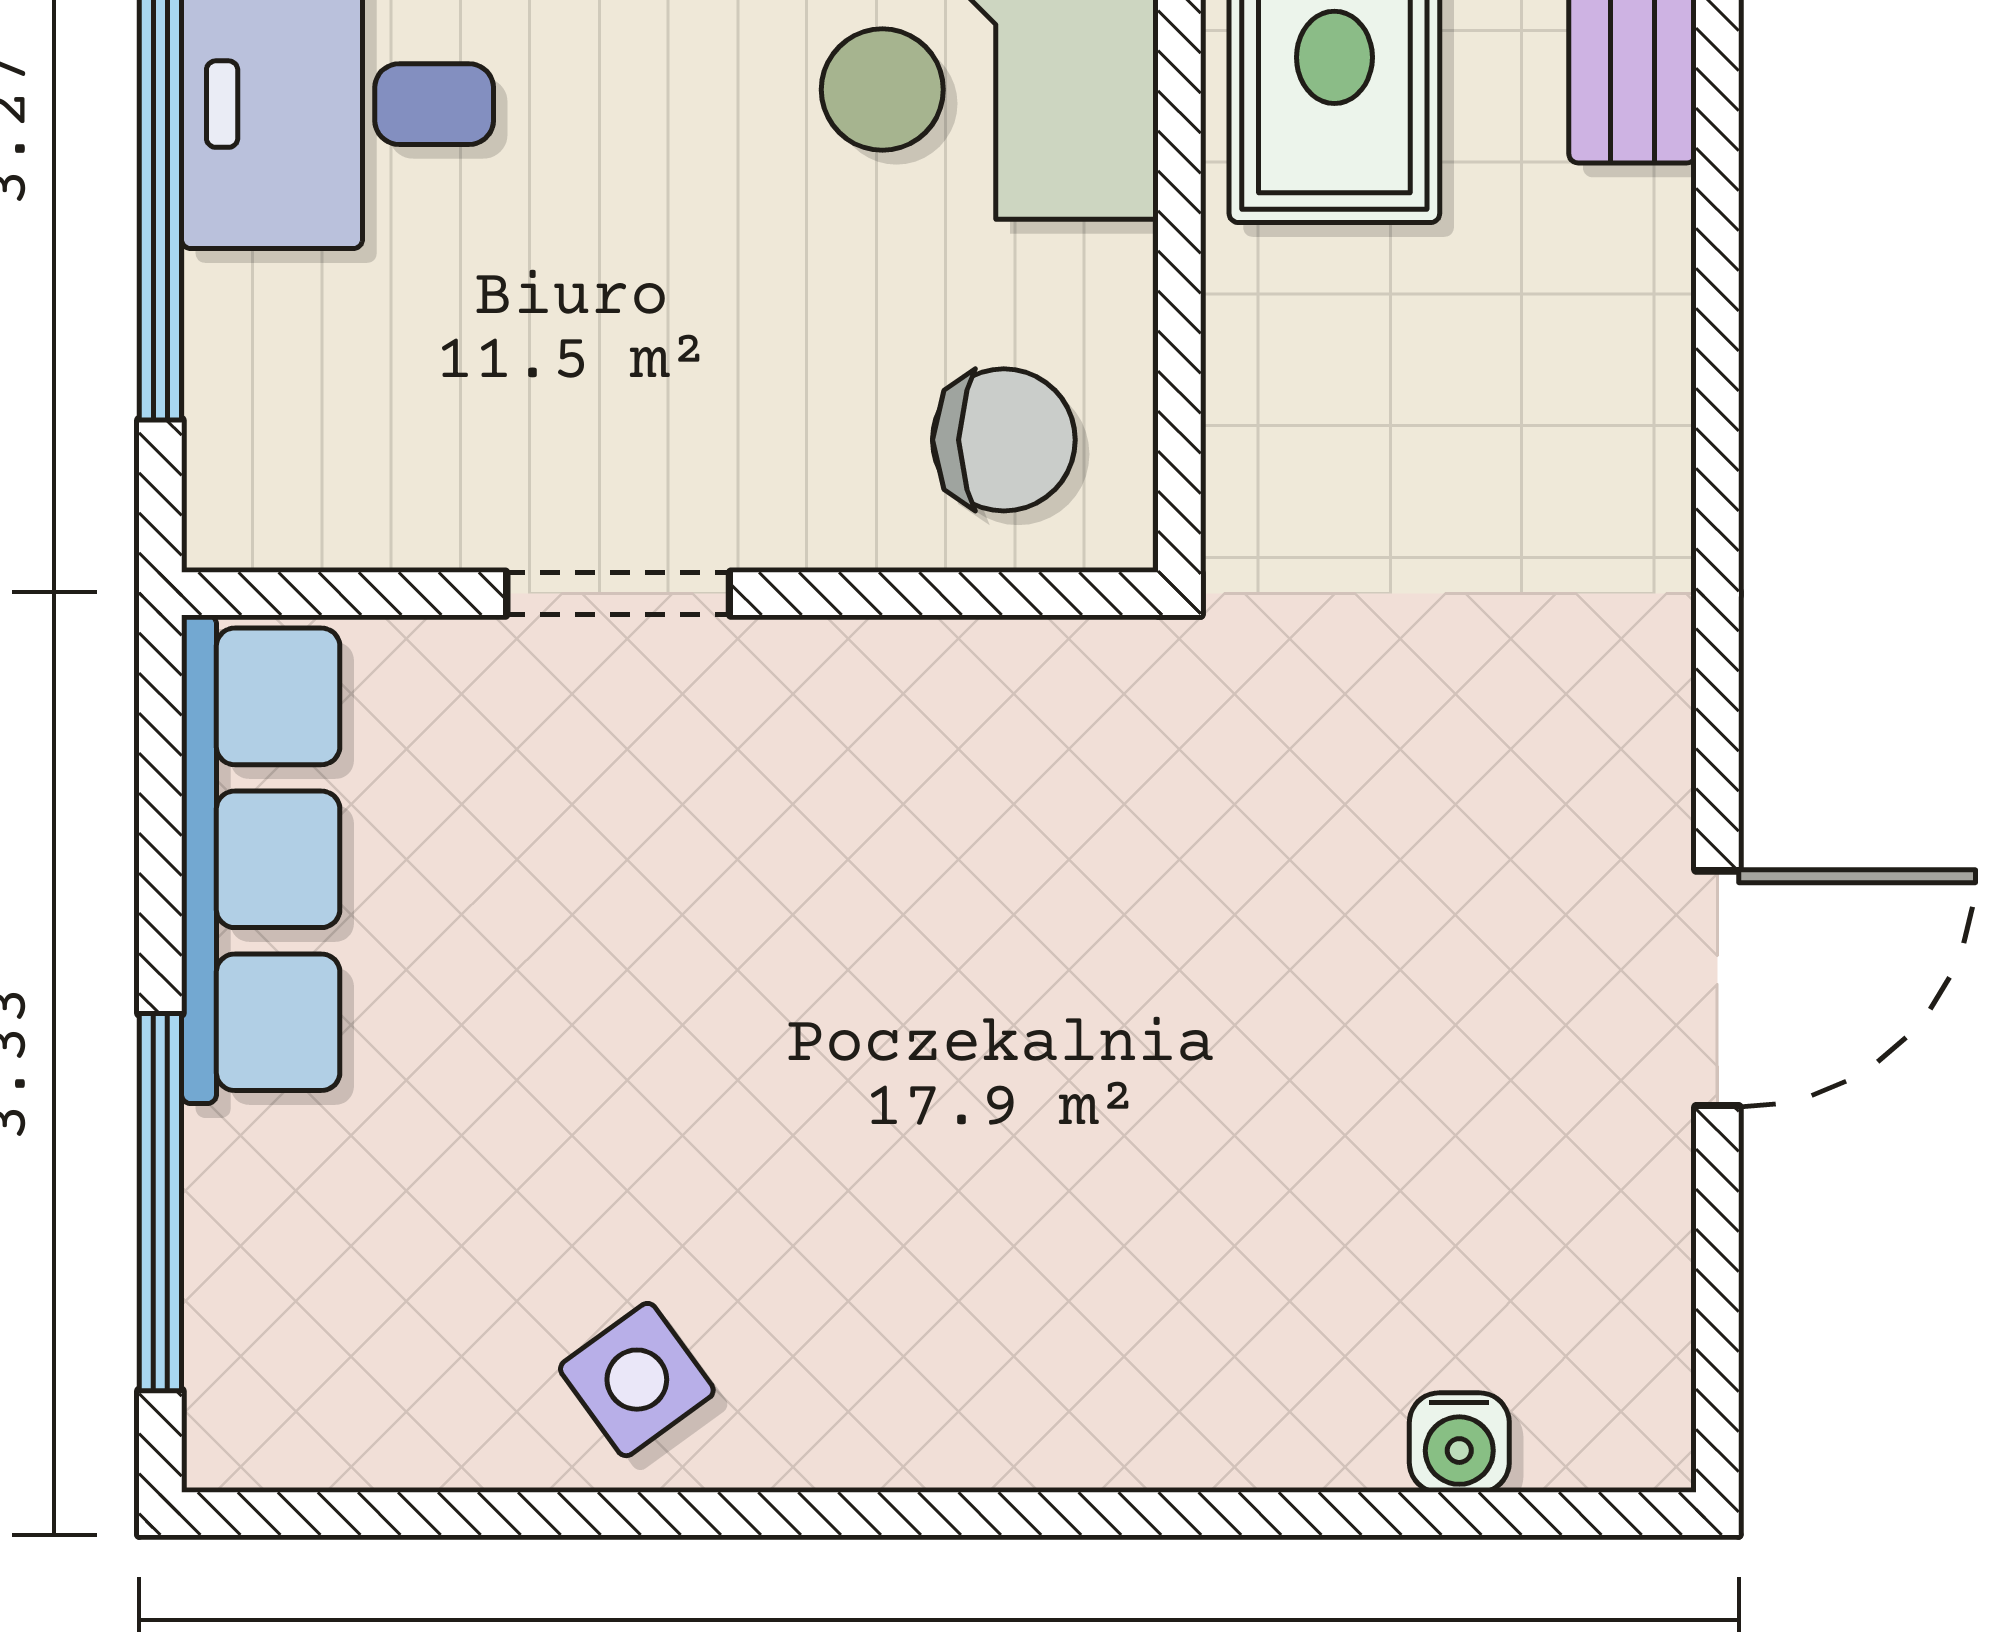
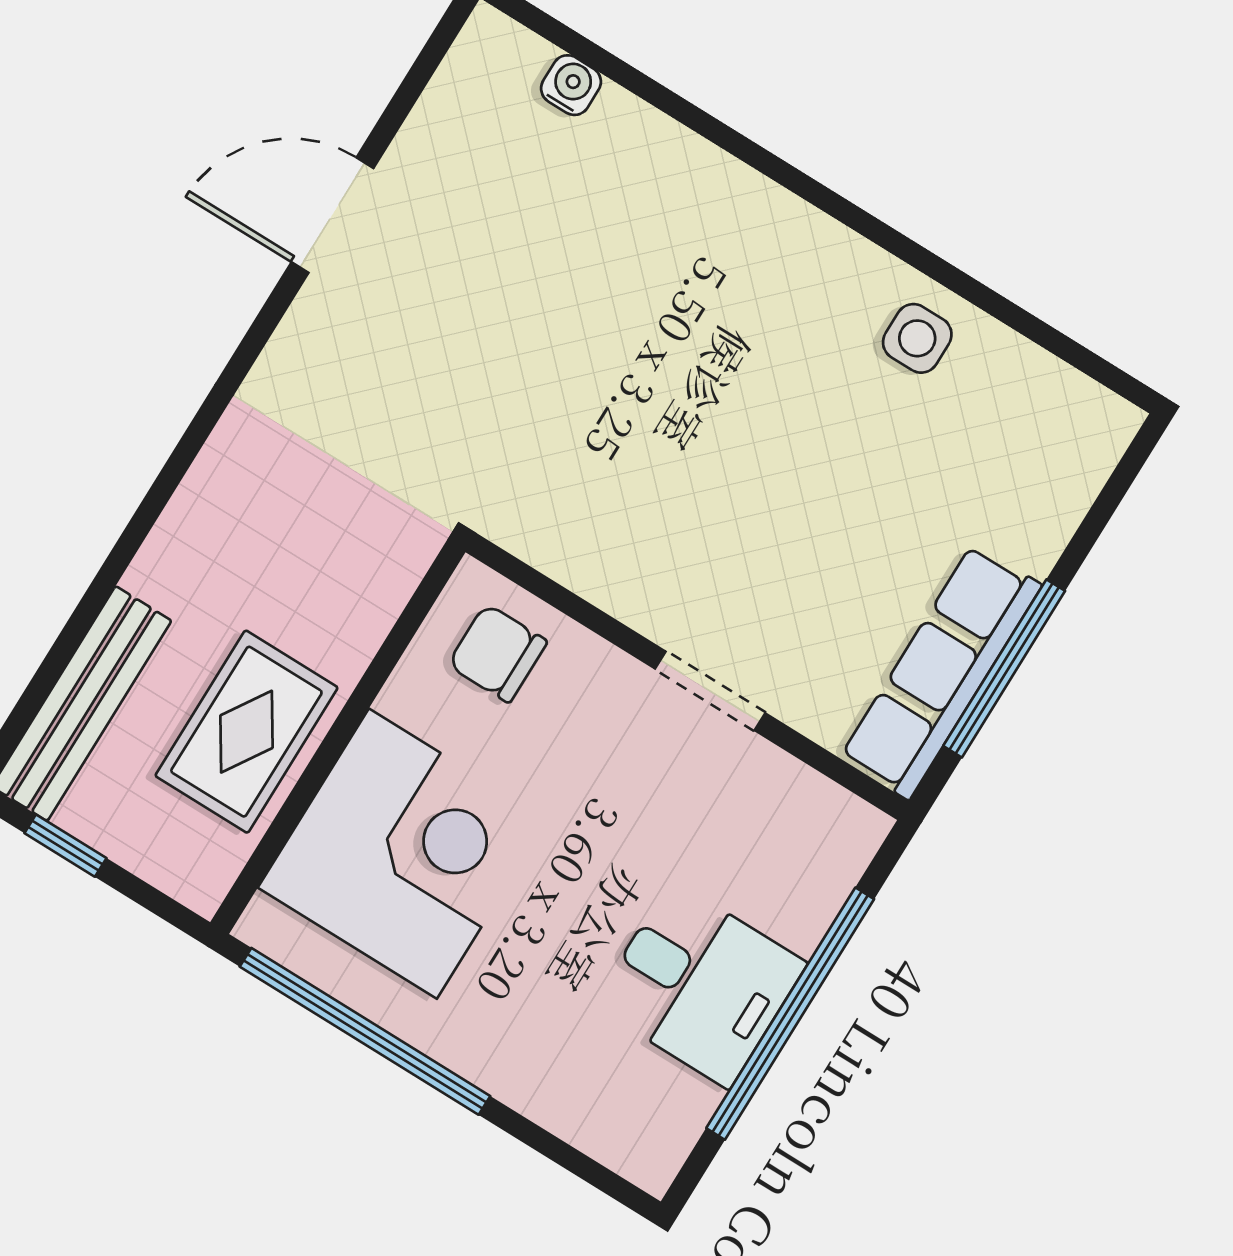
window: (160, 1202) -> (1004, 668), moved
side table: (637, 1380) -> (917, 338), turned 36

